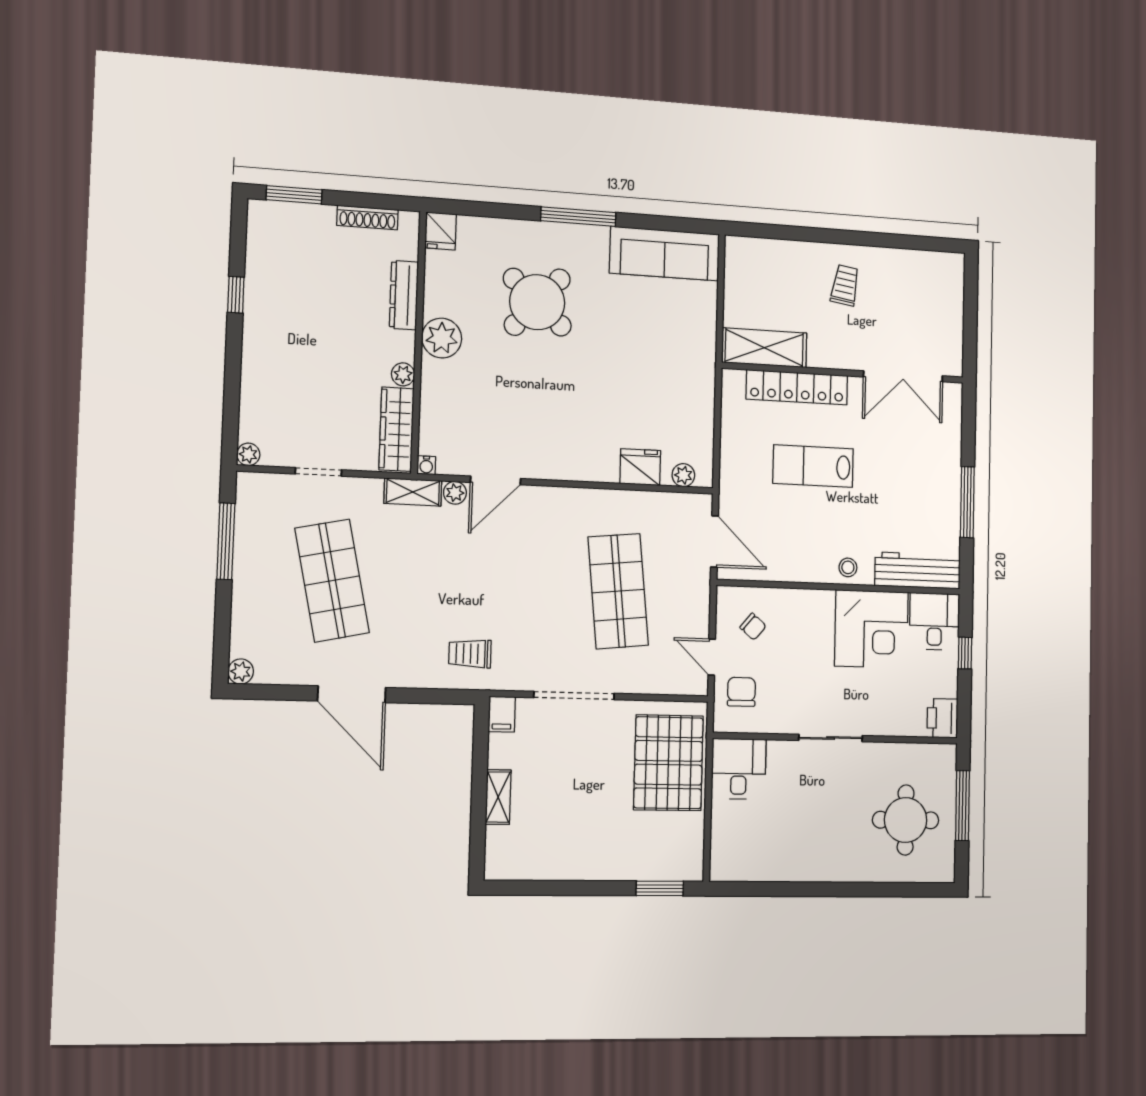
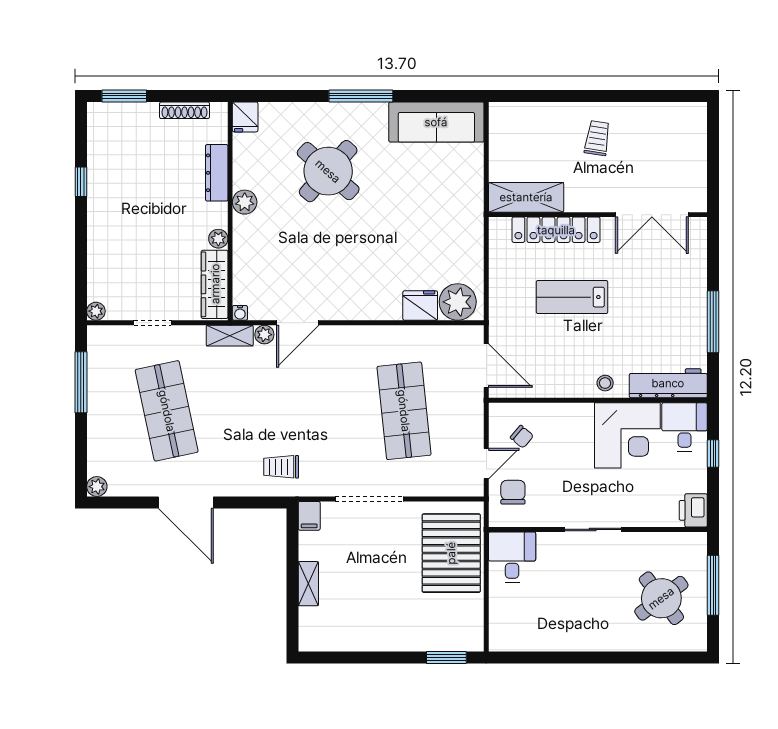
plant: (442, 338) -> (245, 202), width x0.73, depth x0.73
plant: (683, 475) -> (458, 302), width x1.88, depth x1.88
door: (712, 657) -> (486, 464), swing flipped
round table: (906, 820) -> (661, 598), turned -37

